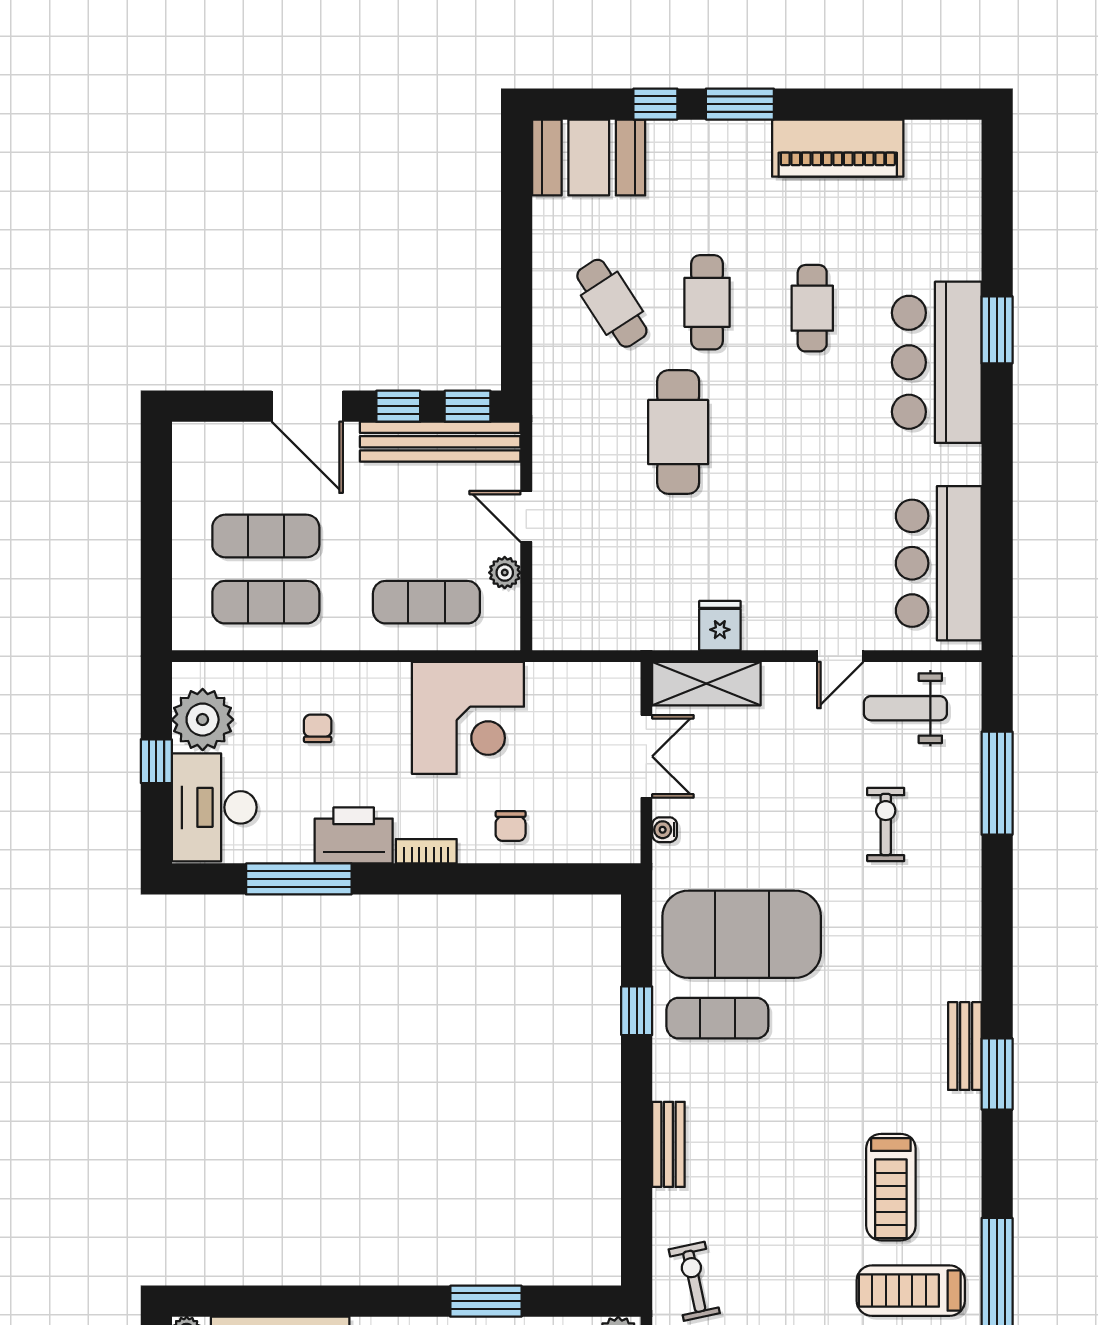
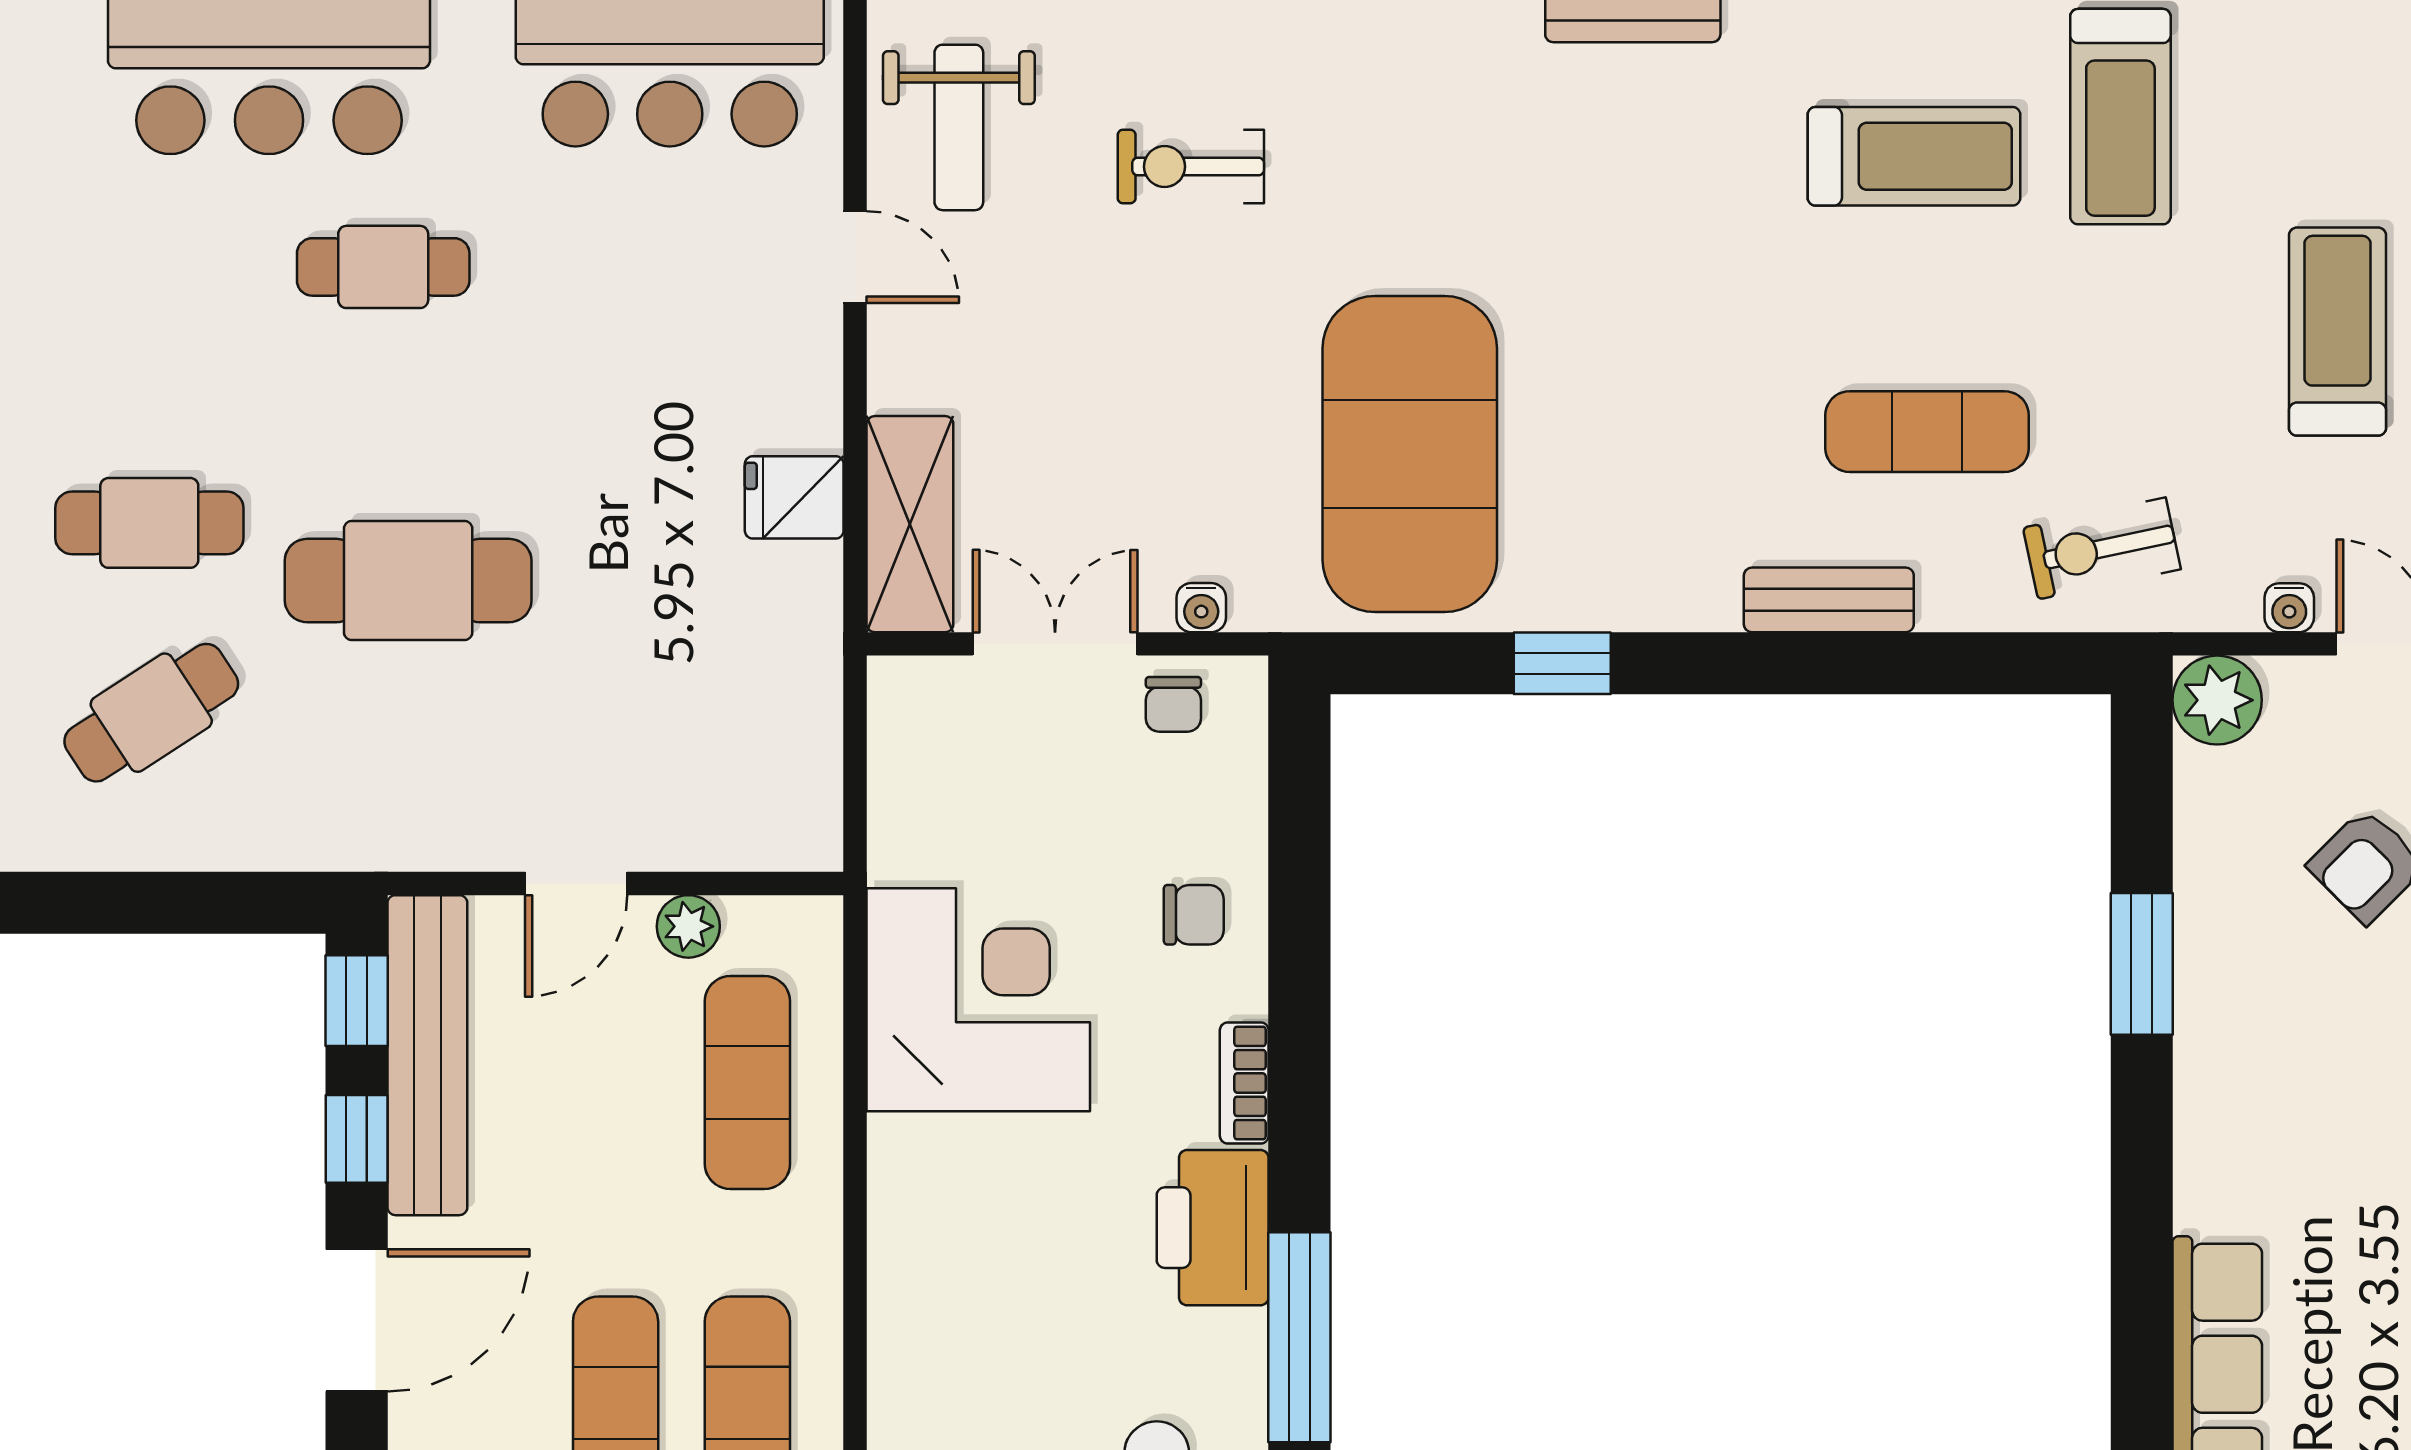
cafe table: (812, 308) -> (383, 267), moved
chair: (318, 728) -> (1173, 704), moved, turned -90
exercise mat: (717, 1018) -> (1927, 432), moved, turned 90

